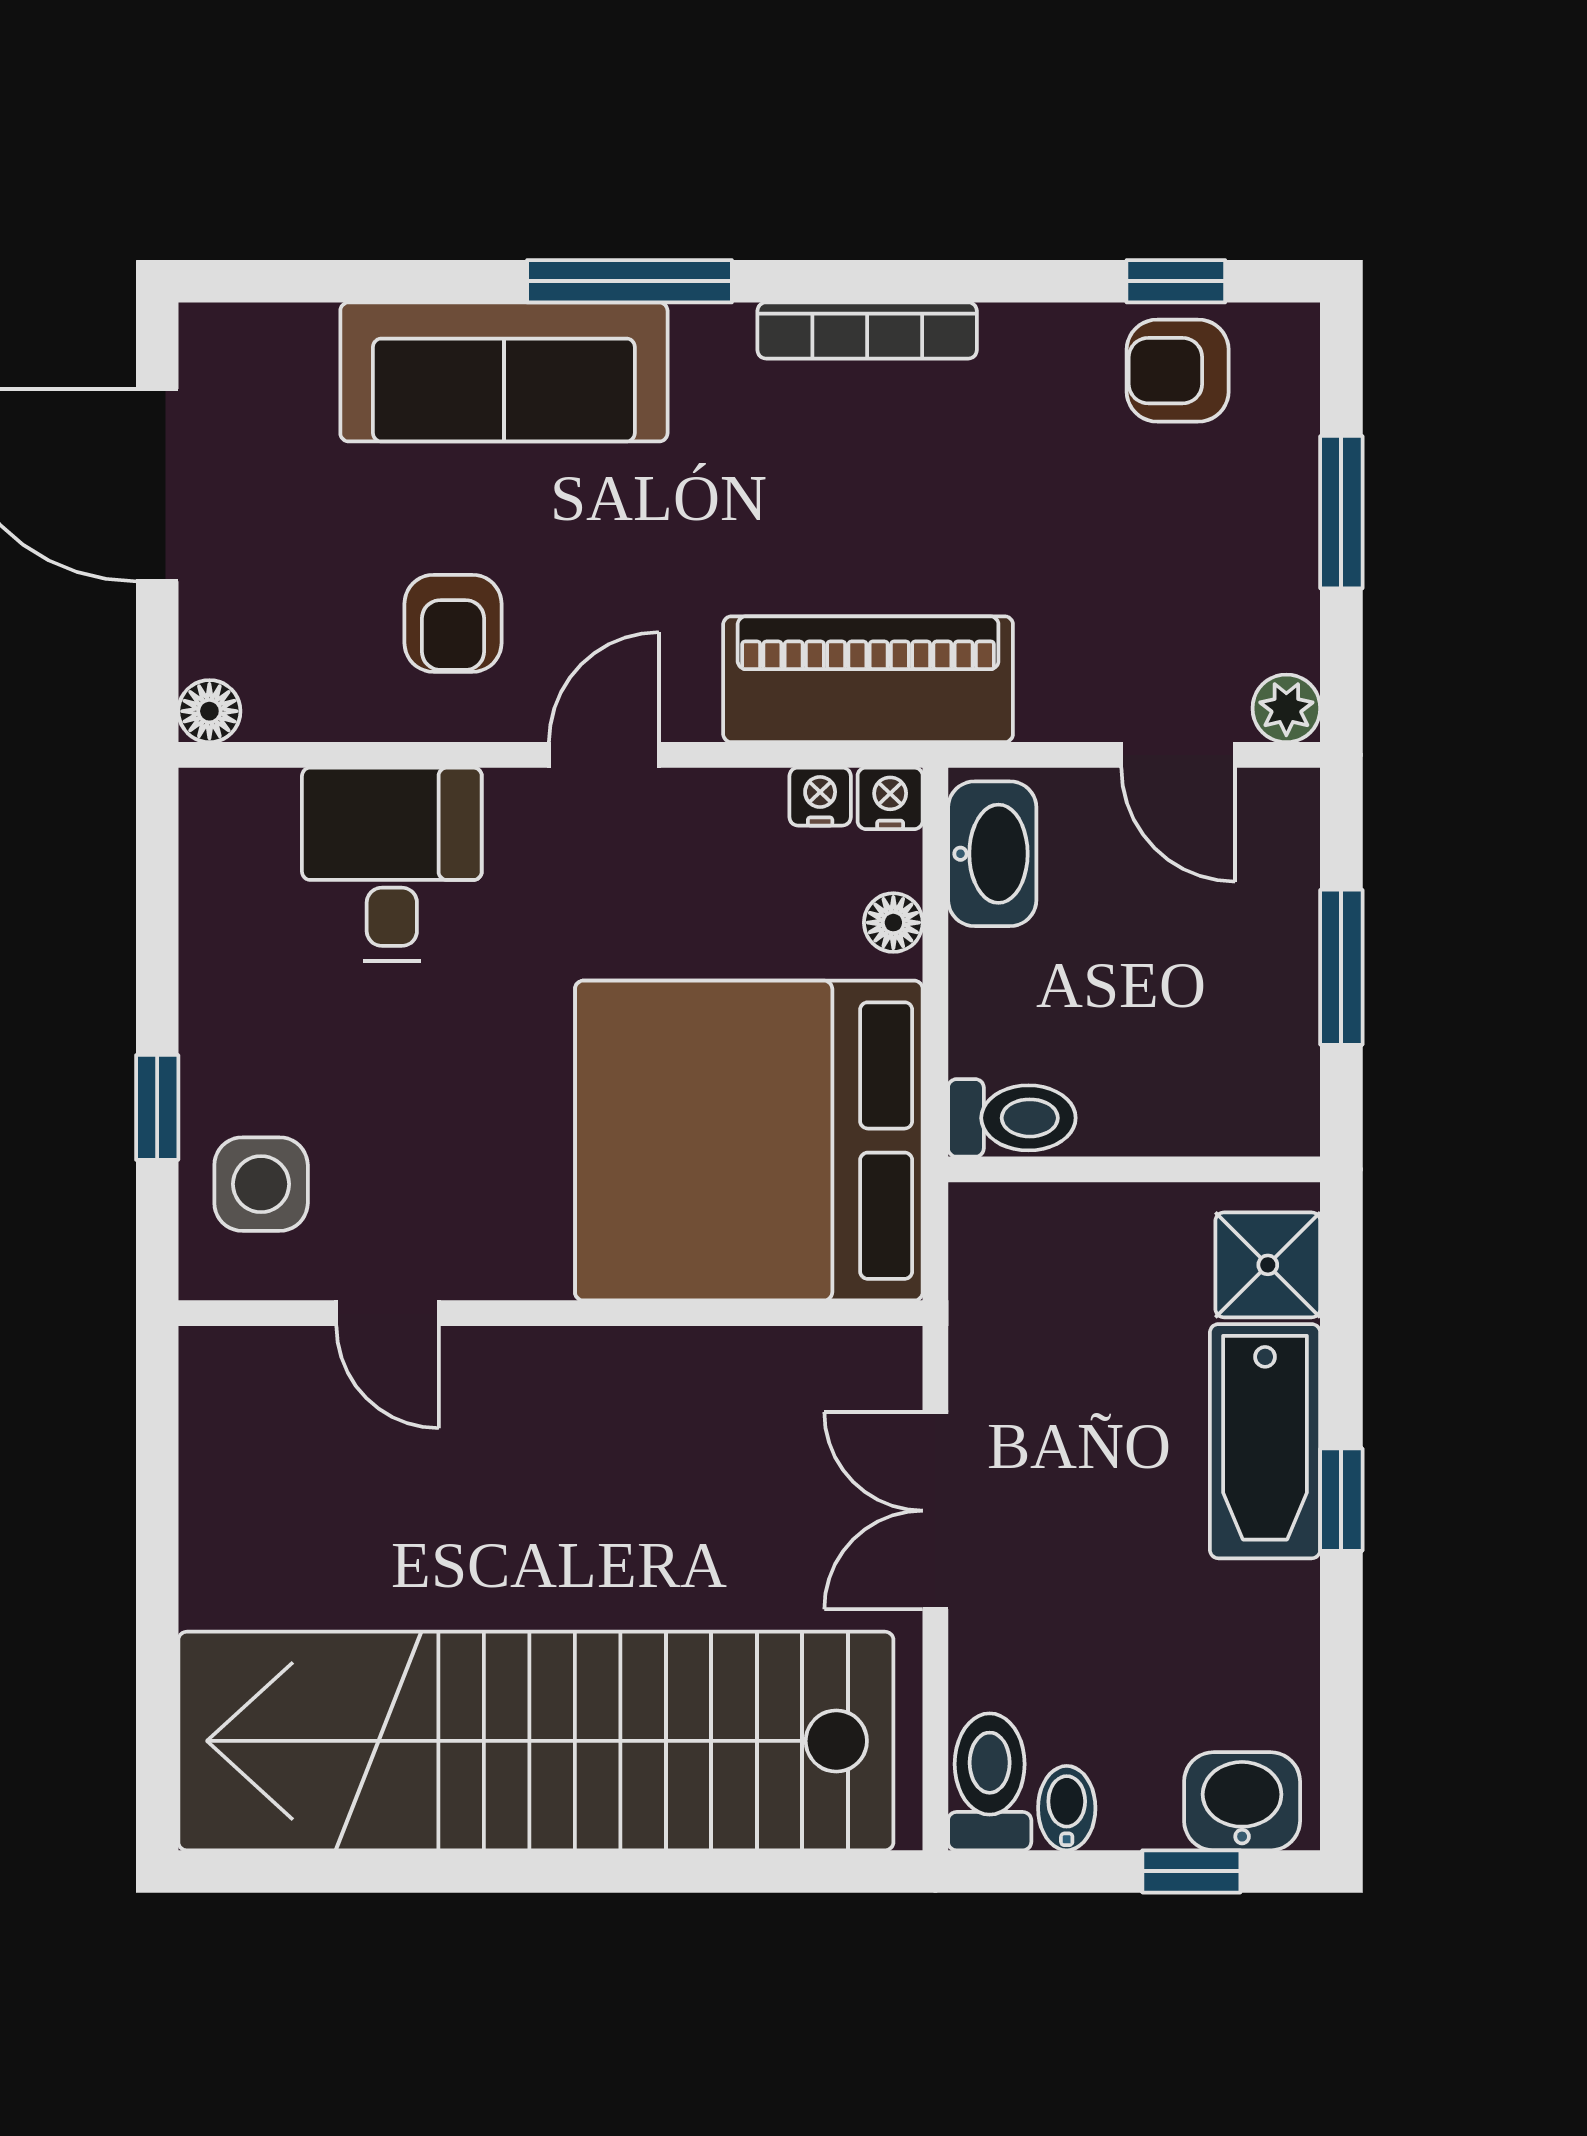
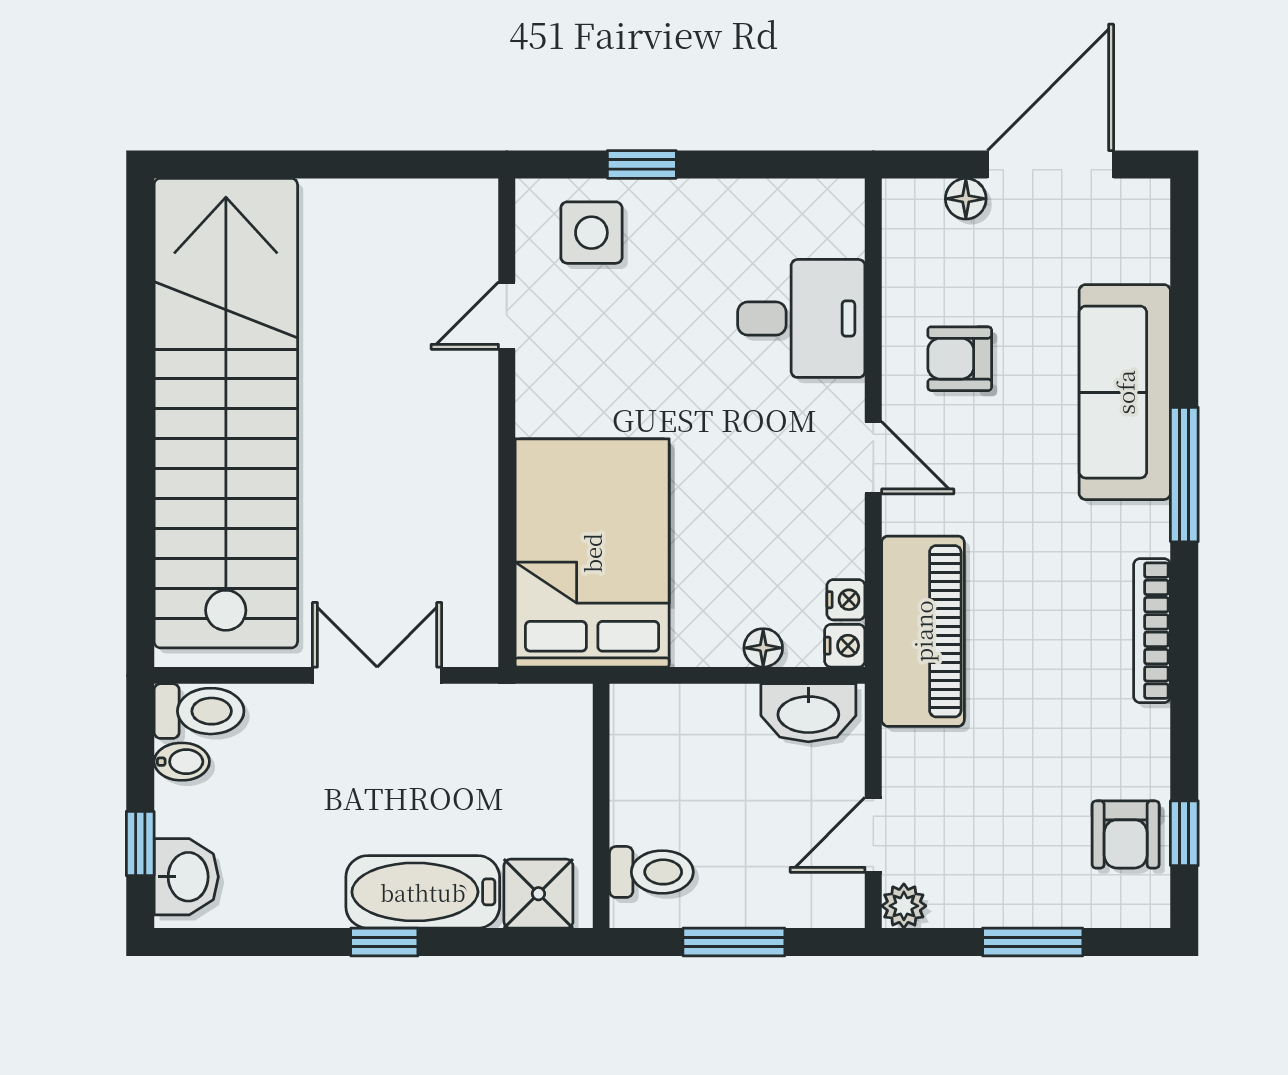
armchair: (1178, 371) -> (1126, 835), turned 180
floor lamp: (209, 711) -> (966, 199), moved
toilet: (1012, 1118) -> (651, 872), moved, turned -90
bed: (749, 1141) -> (592, 553), width x0.73

